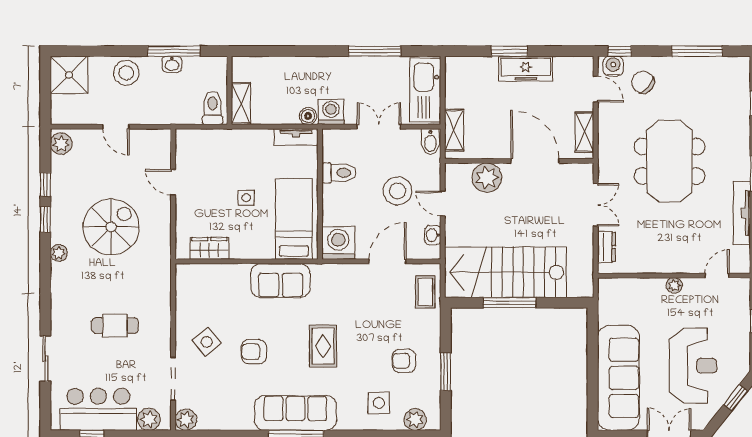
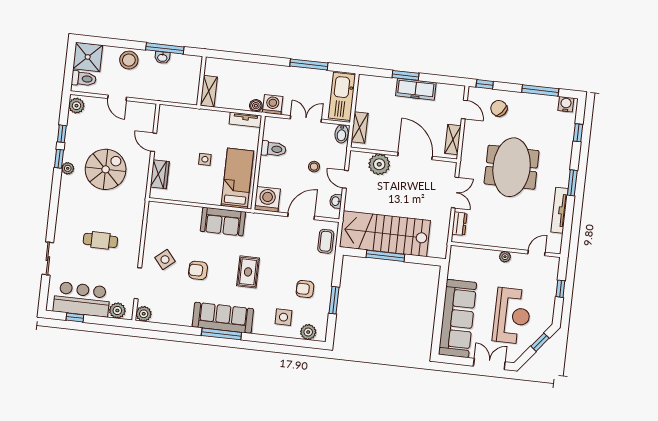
water cooler: (613, 66) -> (566, 104), moved
toilet: (213, 108) -> (84, 79), moved, turned 90
stool: (398, 191) -> (314, 167), width x0.53, depth x0.53
wardrobe: (209, 248) -> (160, 174), moved, turned 90
plant: (59, 253) -> (68, 168), moved

